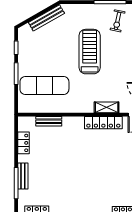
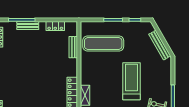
treadmill: (90, 52) -> (132, 81), turned -90
exercise mat: (44, 85) -> (103, 43), turned 90

